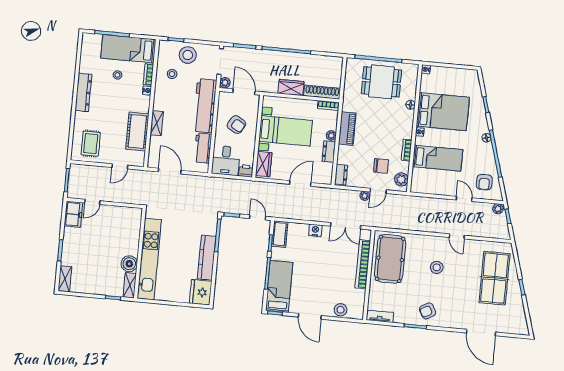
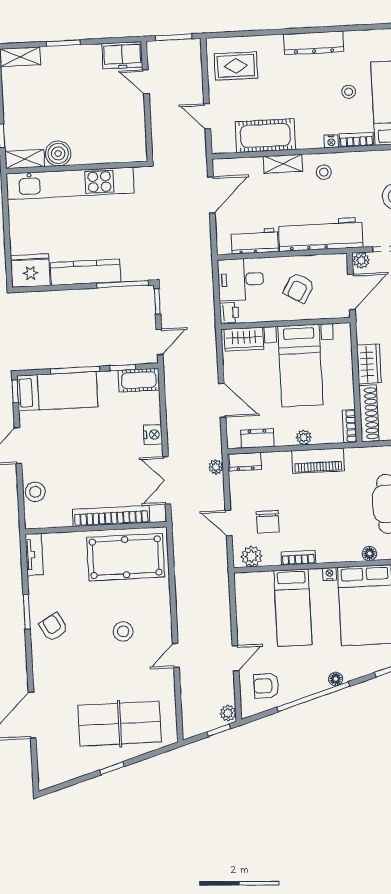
stool: (172, 74) -> (324, 172), moved
dresser: (329, 152) -> (257, 438), moved
plant: (365, 196) -> (216, 467), moved

